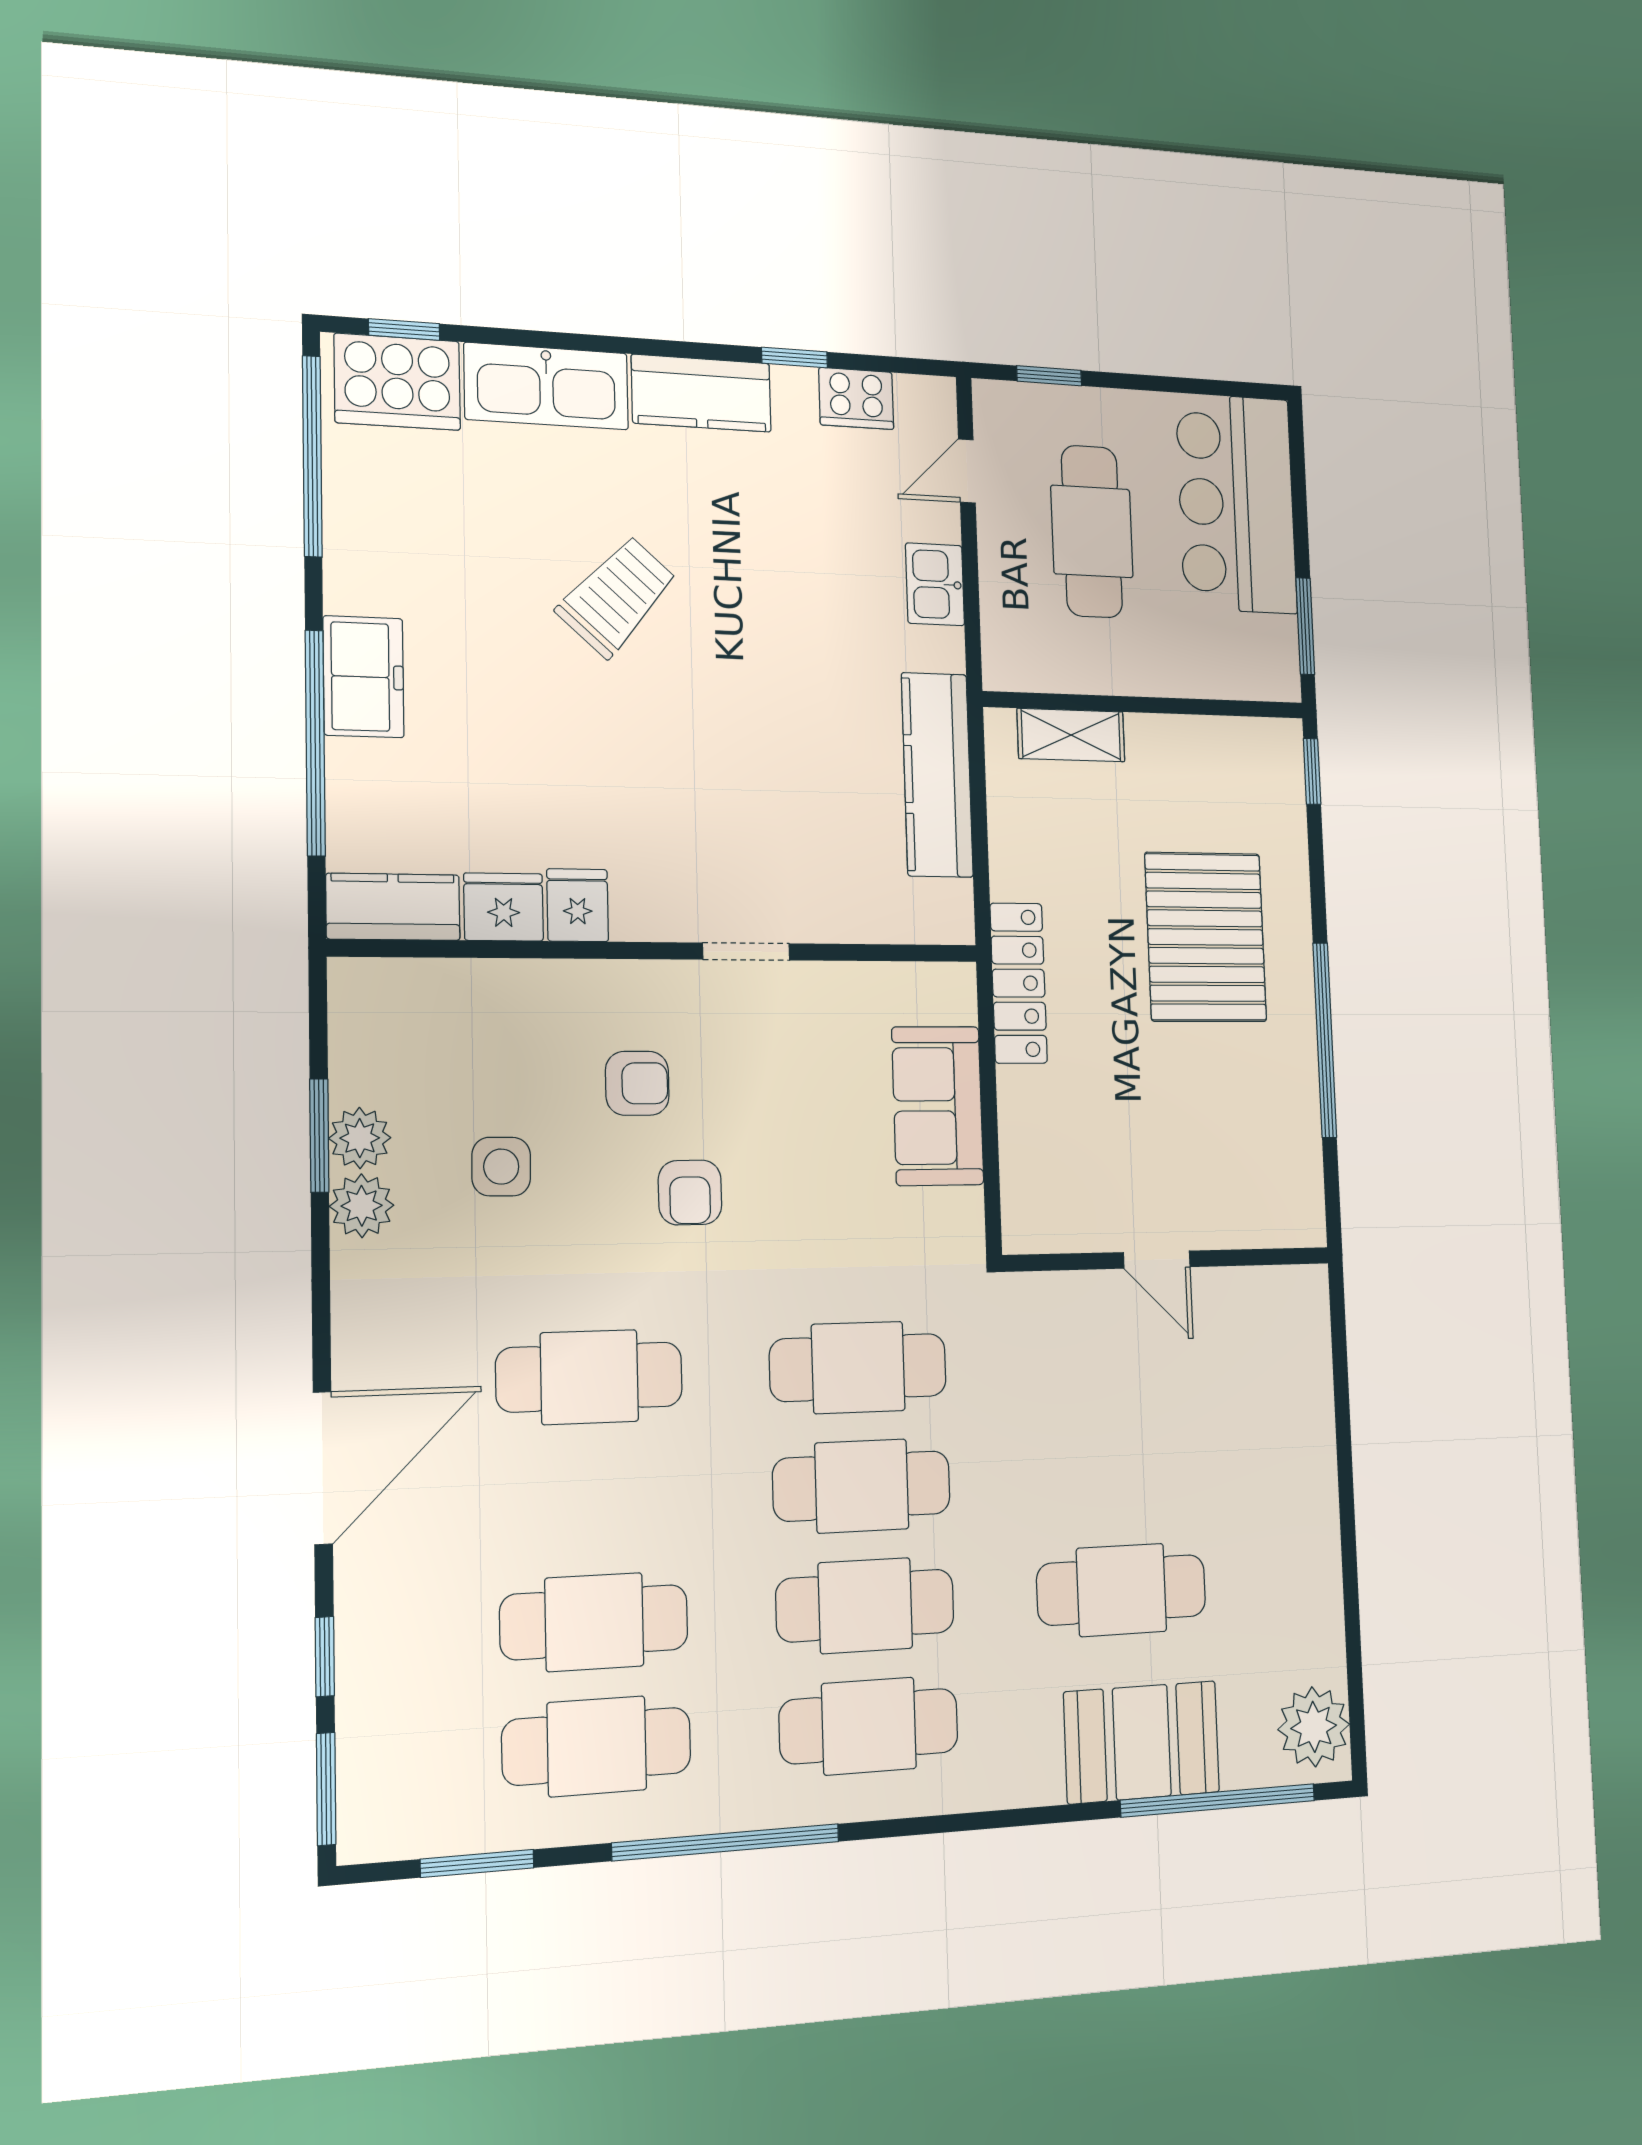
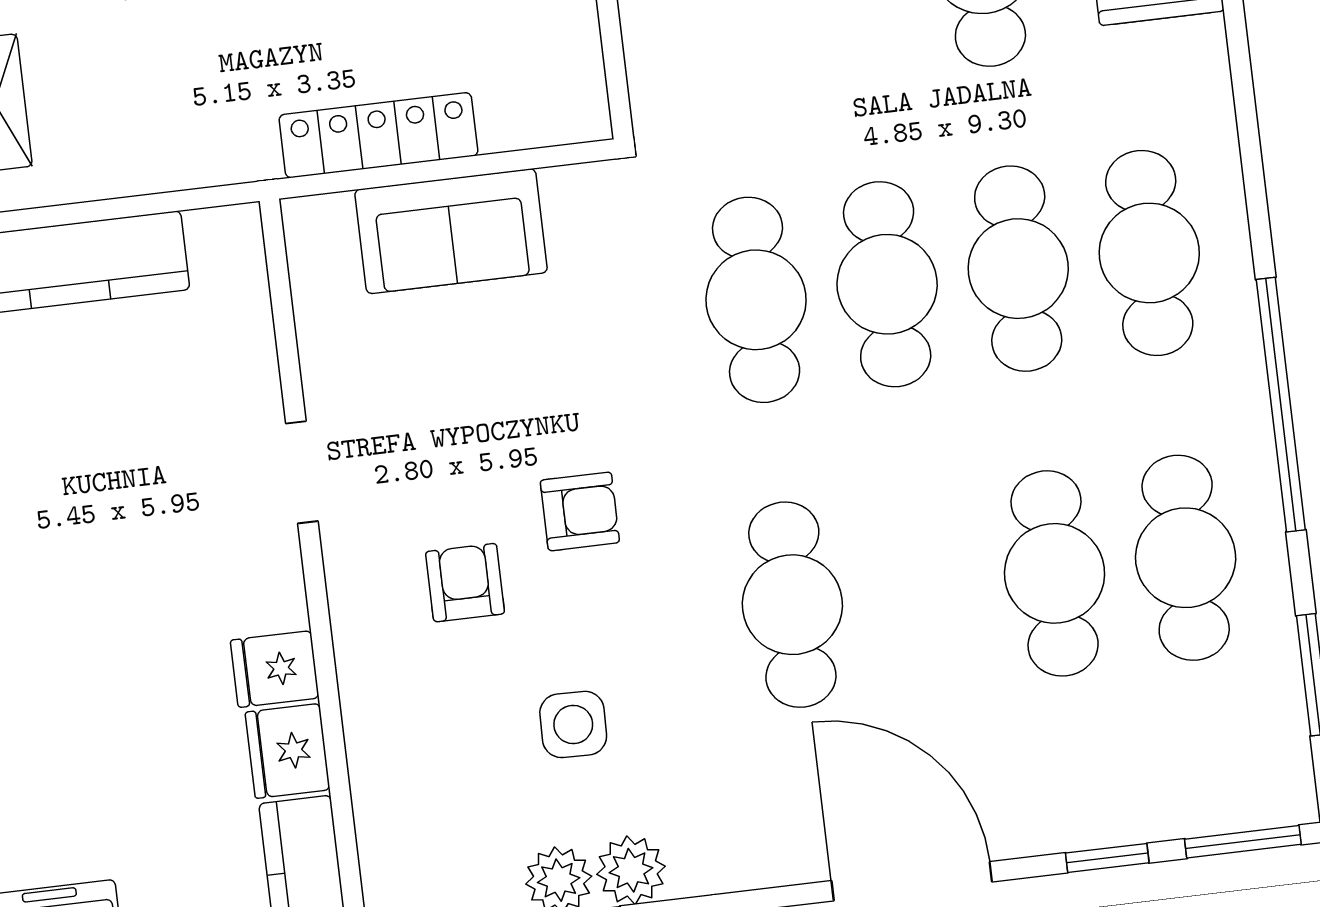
locker: (1019, 983) -> (378, 135), moved

